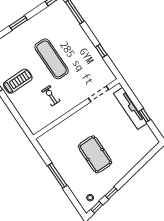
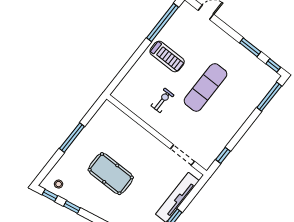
window: (18, 23) -> (250, 47), moved
window: (101, 51) -> (223, 155), moved
pool table: (95, 154) -> (111, 174), turned 90

